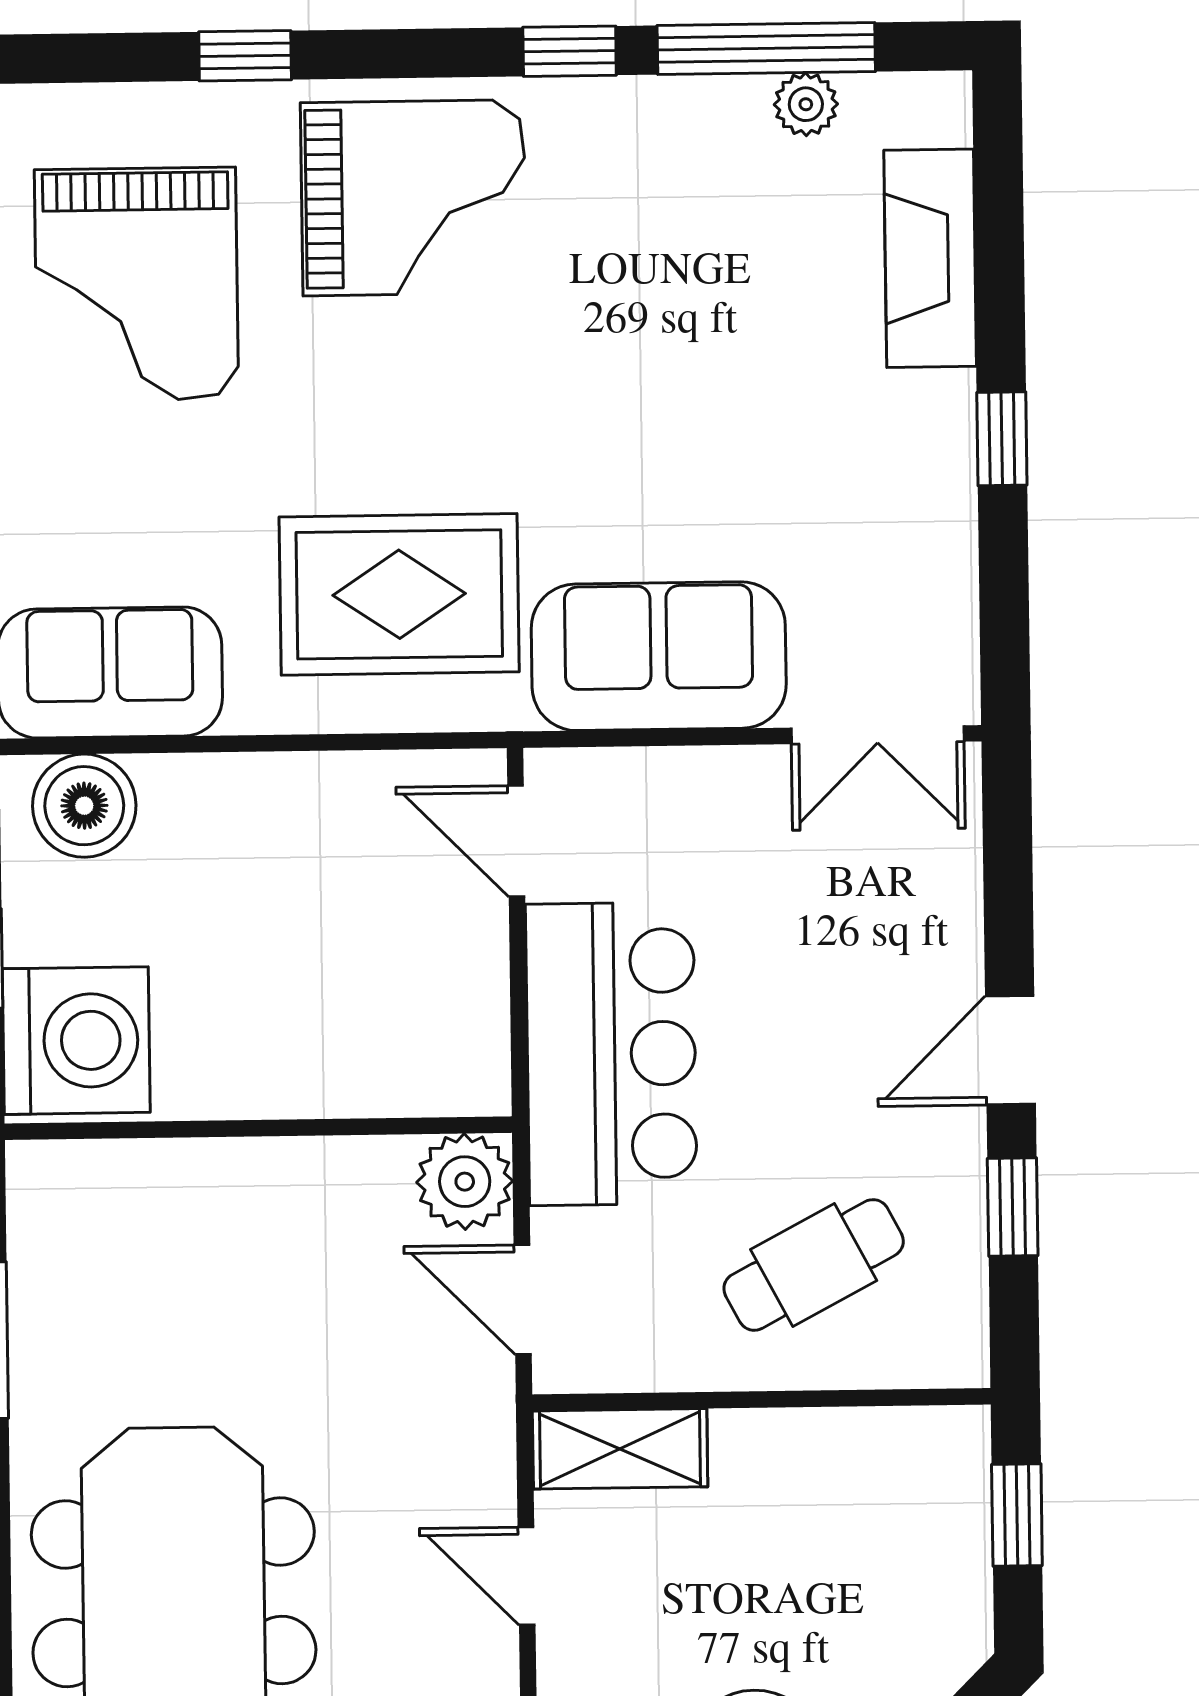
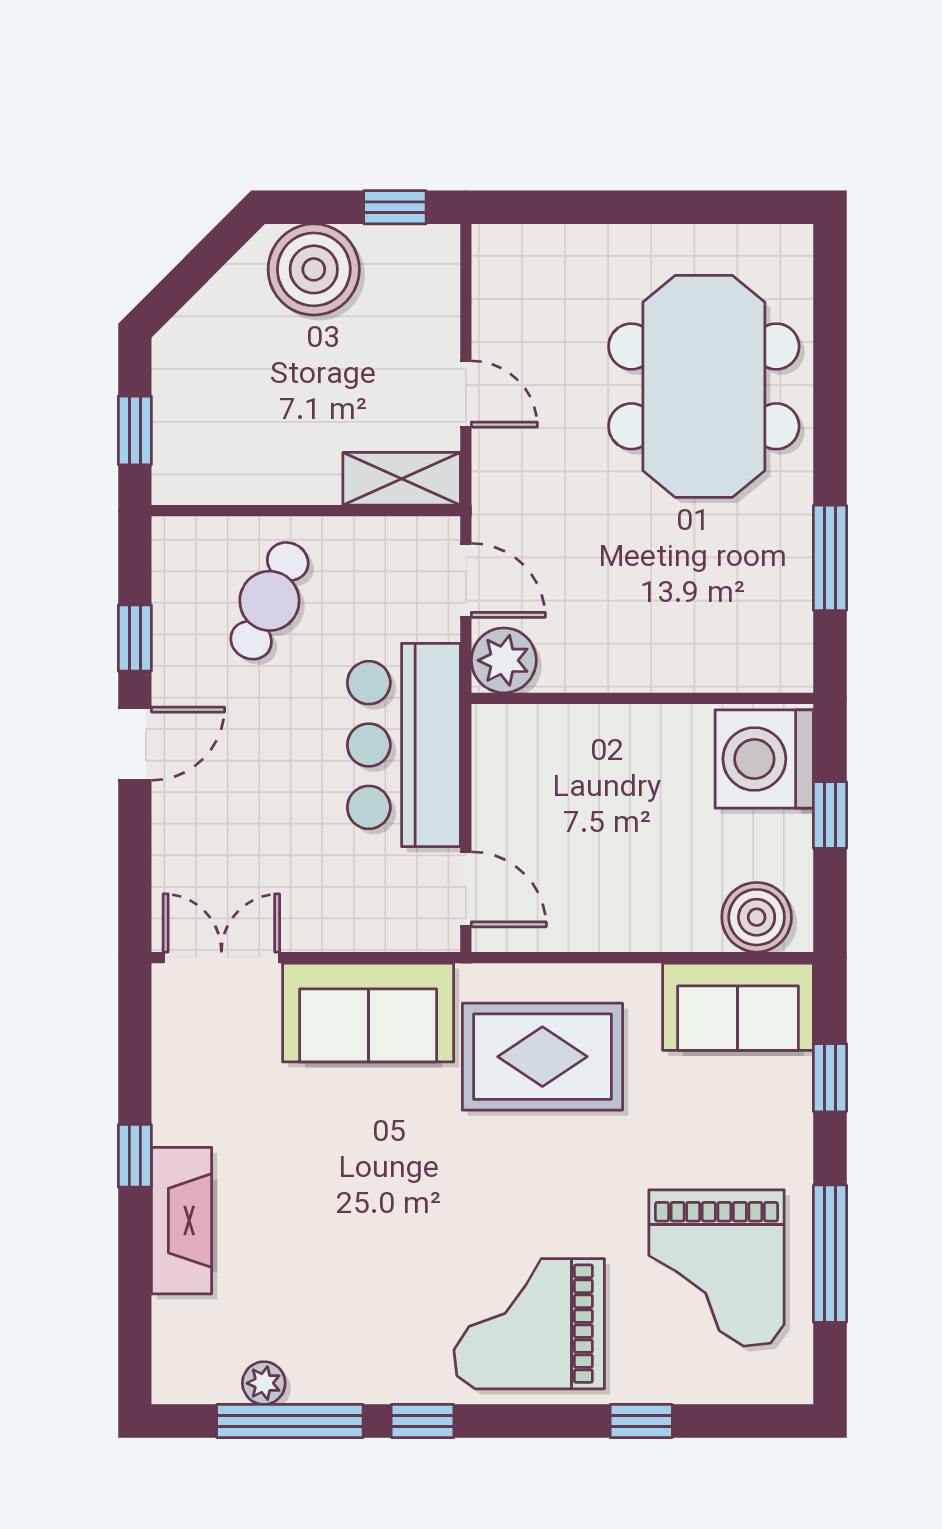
fireplace: (930, 258) -> (182, 1221), moved
grand piano: (136, 284) -> (717, 1268), turned 180
cafe table: (814, 1265) -> (269, 601), turned -37

